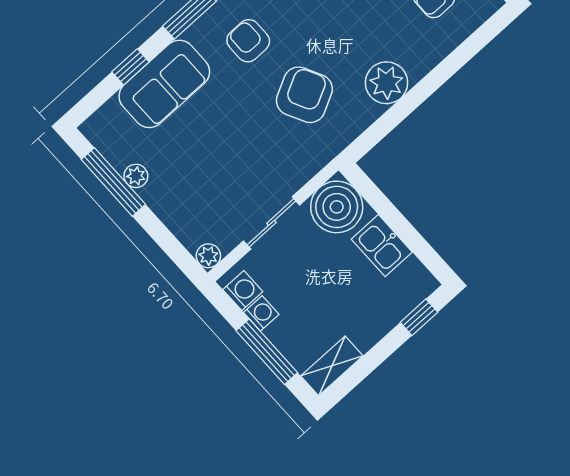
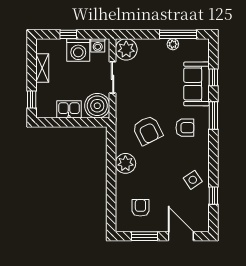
plant: (208, 256) -> (126, 49), width x1.88, depth x1.88
washing machine: (261, 313) -> (78, 50), width x1.89, depth x1.89
window: (267, 352) -> (68, 34), width x0.46
shelving: (332, 366) -> (42, 68), moved

